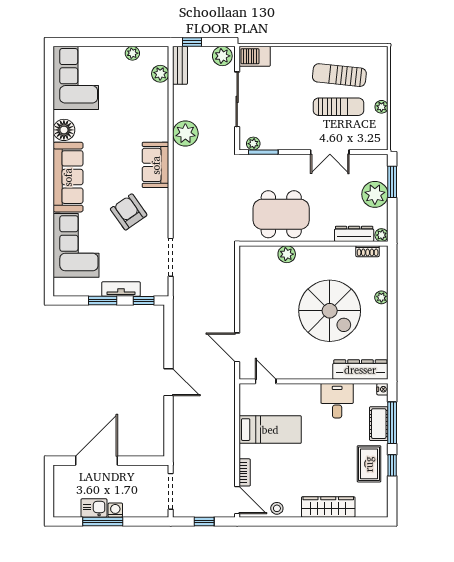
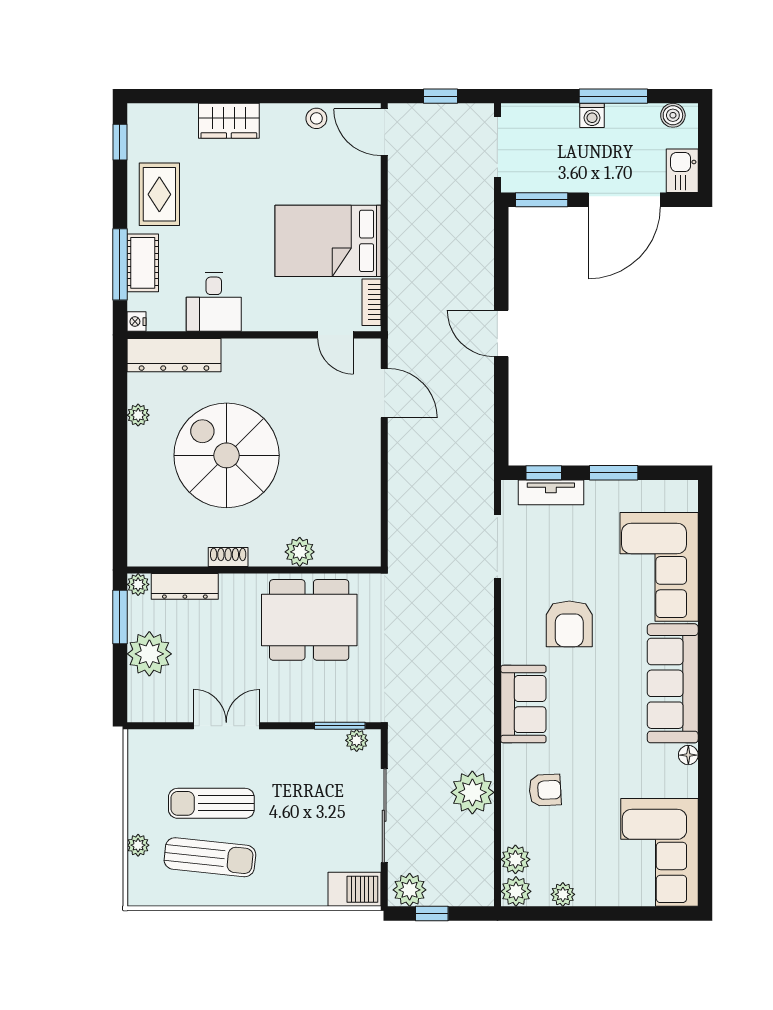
window: (192, 42) -> (432, 914), moved
plant: (160, 55) -> (516, 891), added
bench: (180, 65) -> (482, 874), removed
plant: (381, 107) -> (138, 845), moved
armchair: (143, 114) -> (545, 790), added
floor lamp: (64, 130) -> (688, 755), width x0.53, depth x0.53
plant: (185, 134) -> (472, 792), moved
window: (392, 182) -> (120, 617), moved
armchair: (129, 212) -> (569, 624), turned 35
shoe rack: (368, 251) -> (228, 557), moved
tv unit: (121, 289) -> (551, 492), moved
plant: (381, 297) -> (138, 415), moved
bed: (270, 430) -> (328, 241), width x1.50
window: (145, 461) -> (542, 200), added
window: (392, 465) -> (120, 142), moved
bookcase: (245, 472) -> (371, 302), moved
wardrobe: (328, 507) -> (229, 121), width x0.67
kitchen sink: (94, 508) -> (682, 171), moved, turned 90
boiler: (68, 510) -> (673, 115), added

